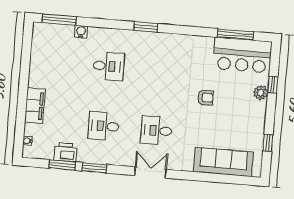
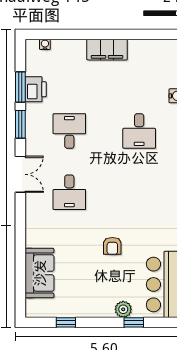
filing cabinet: (35, 106) -> (107, 50), moved
desk: (156, 131) -> (69, 192), turned 180
sofa: (223, 162) -> (40, 273), width x0.73
double door: (150, 172) -> (20, 174), moved

